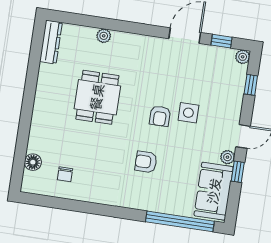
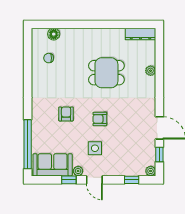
side table: (188, 113) -> (95, 148), moved

